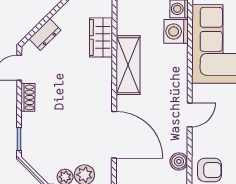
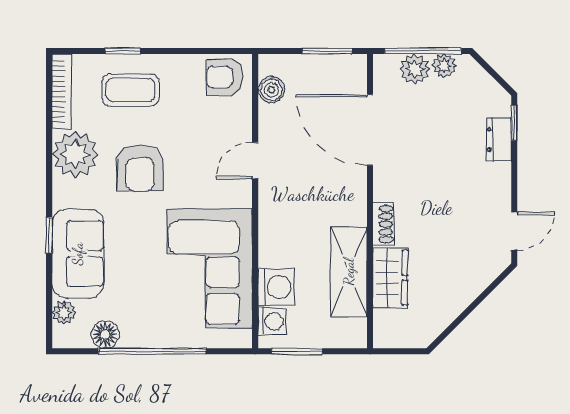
dresser: (45, 34) -> (499, 139), moved, turned -45
shelving: (128, 65) -> (349, 272), moved
shoe rack: (28, 97) -> (383, 224), moved, turned 180

